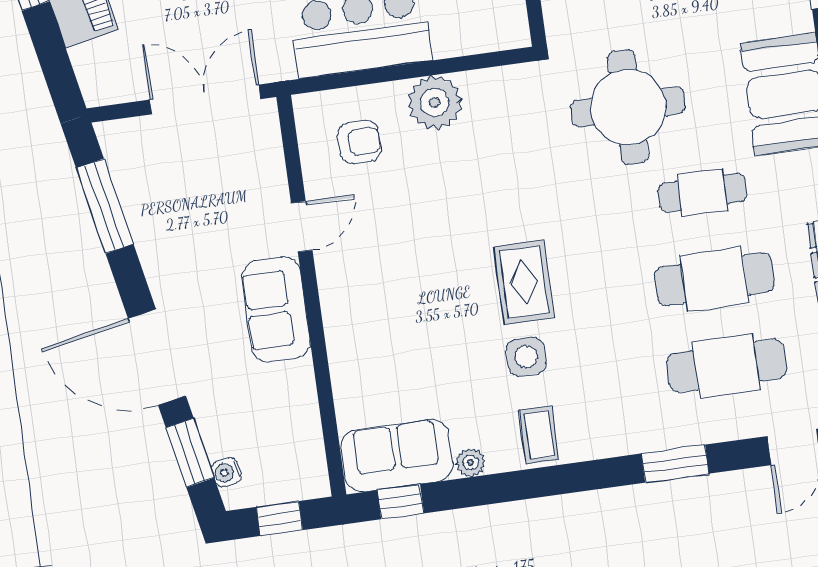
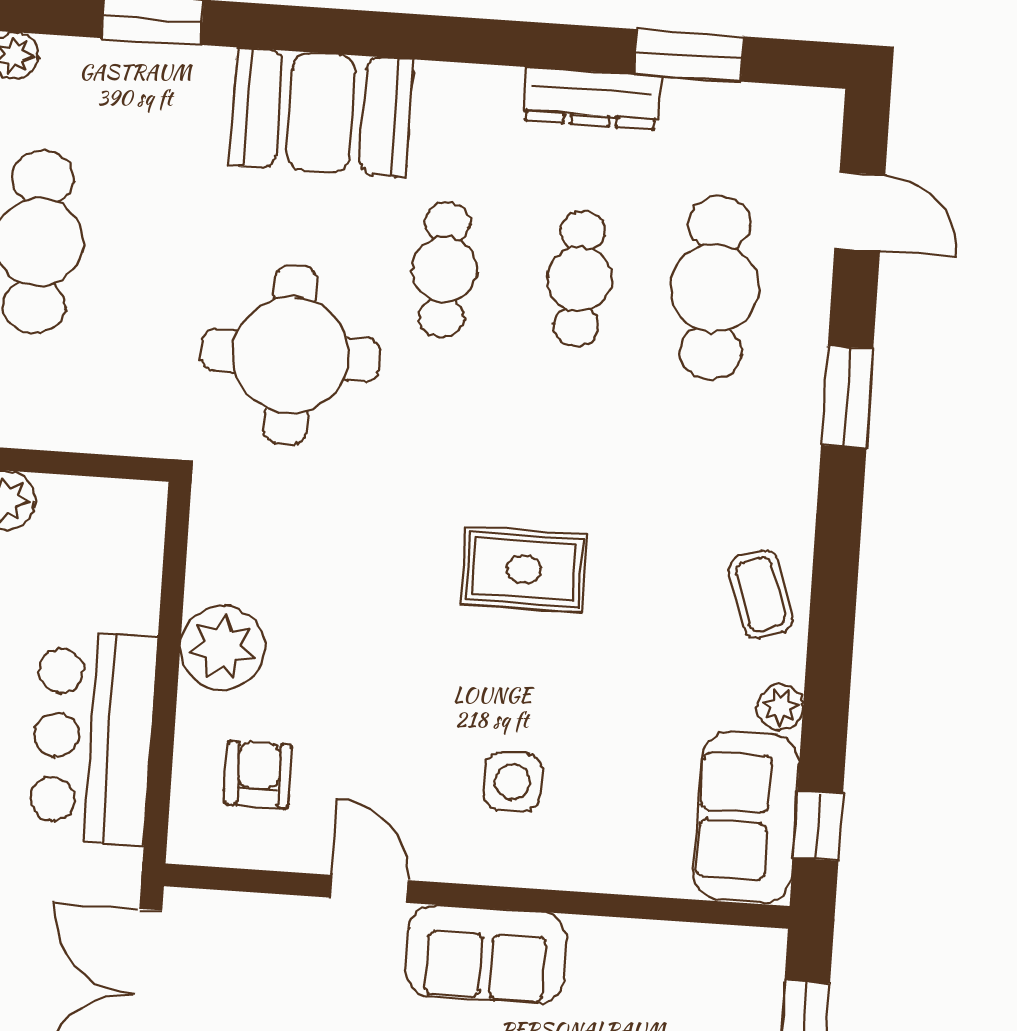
cafe table: (714, 279) -> (580, 279), width x0.73, depth x0.74
side table: (526, 357) -> (513, 782), moved
coffee table: (539, 435) -> (761, 594), turned 72

